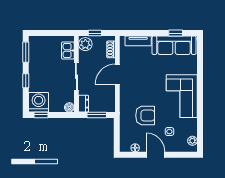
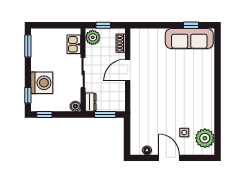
tv unit: (138, 41) -> (150, 34), removed
window: (26, 81) -> (28, 95), moved
corner sofa: (182, 96) -> (198, 94), removed
washing machine: (39, 102) -> (42, 83), moved, turned 90
armchair: (145, 116) -> (158, 115), removed
plant: (192, 141) -> (205, 138), width x1.87, depth x1.87

